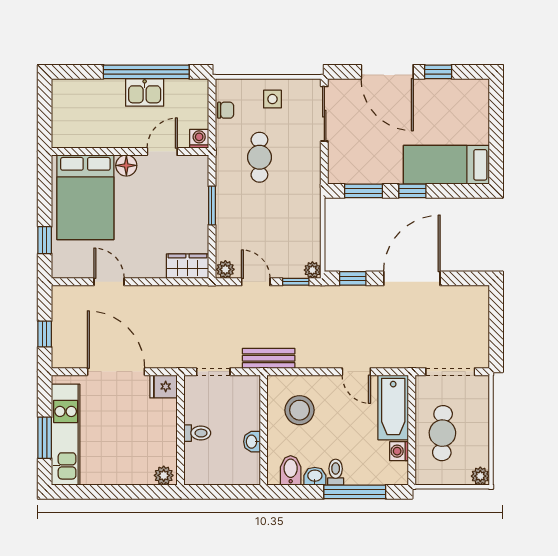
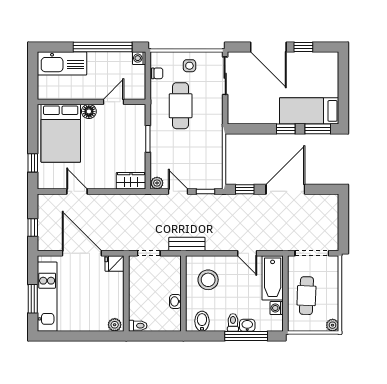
kitchen sink: (145, 92) -> (62, 63), moved, width x1.88, depth x1.24
washing machine: (199, 139) -> (139, 58), moved, turned -90
cafe table: (259, 157) -> (181, 106), width x1.37, depth x1.35
window: (364, 191) -> (318, 129), moved
plant: (312, 270) -> (217, 183), removed
toilet: (197, 433) -> (138, 326), moved
washbasin: (315, 476) -> (247, 325), moved

